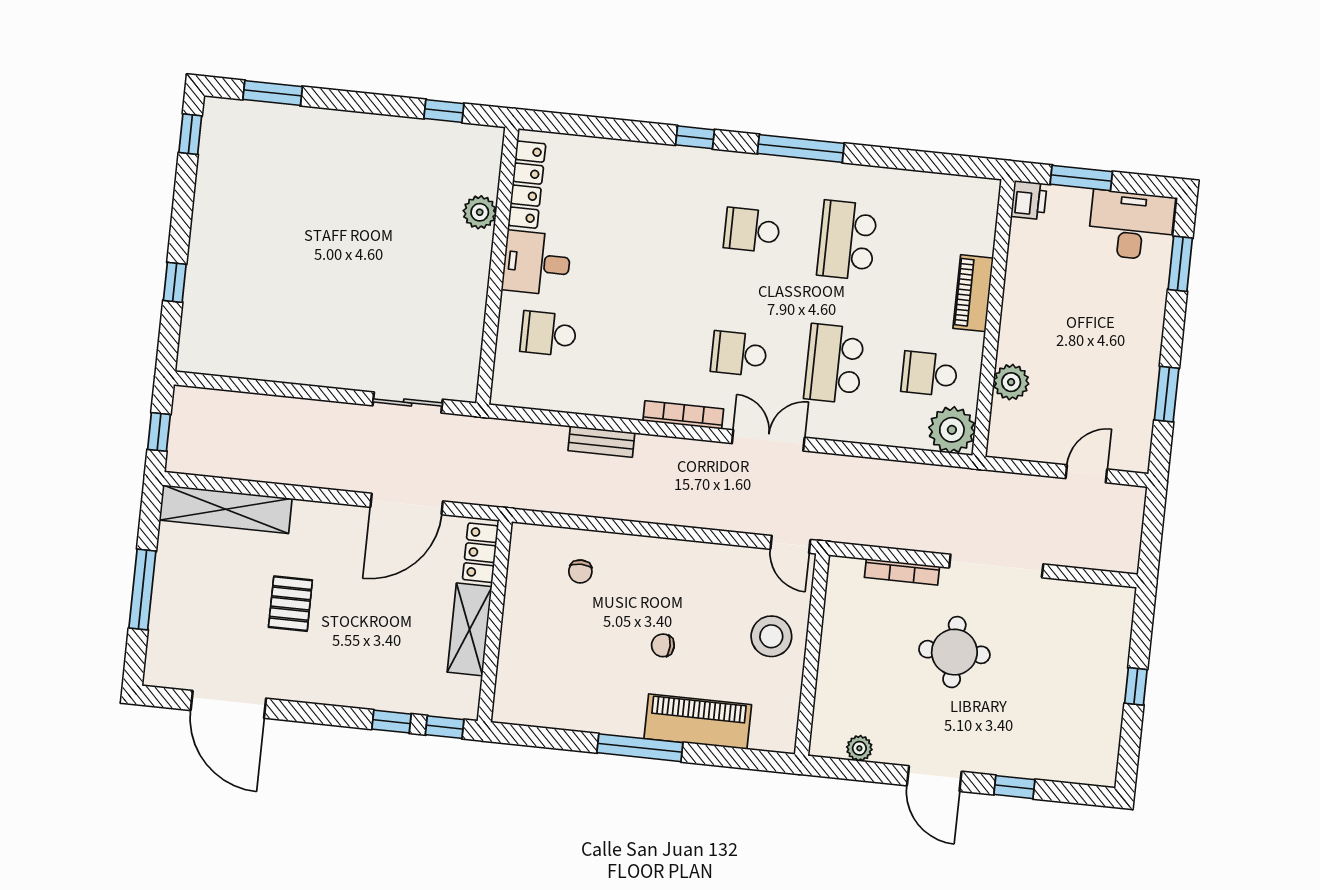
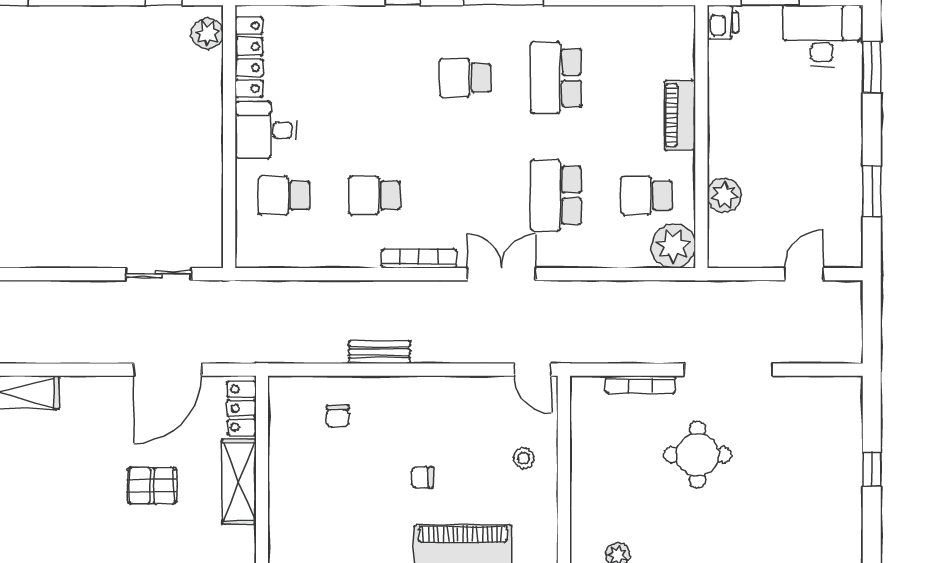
plant: (480, 212) -> (207, 34), moved
school desk: (739, 354) -> (375, 195), moved
bench: (601, 442) -> (379, 352), moved
pallet: (290, 604) -> (152, 486), moved, turned 90
stool: (771, 636) -> (524, 458), width x0.53, depth x0.53

